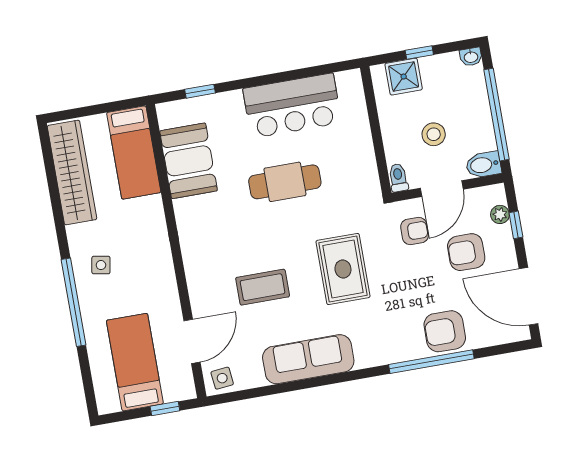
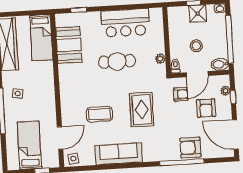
shower: (404, 77) -> (198, 14), moved
plant: (367, 167) -> (160, 59), added
armchair: (466, 252) -> (206, 108), turned -90

